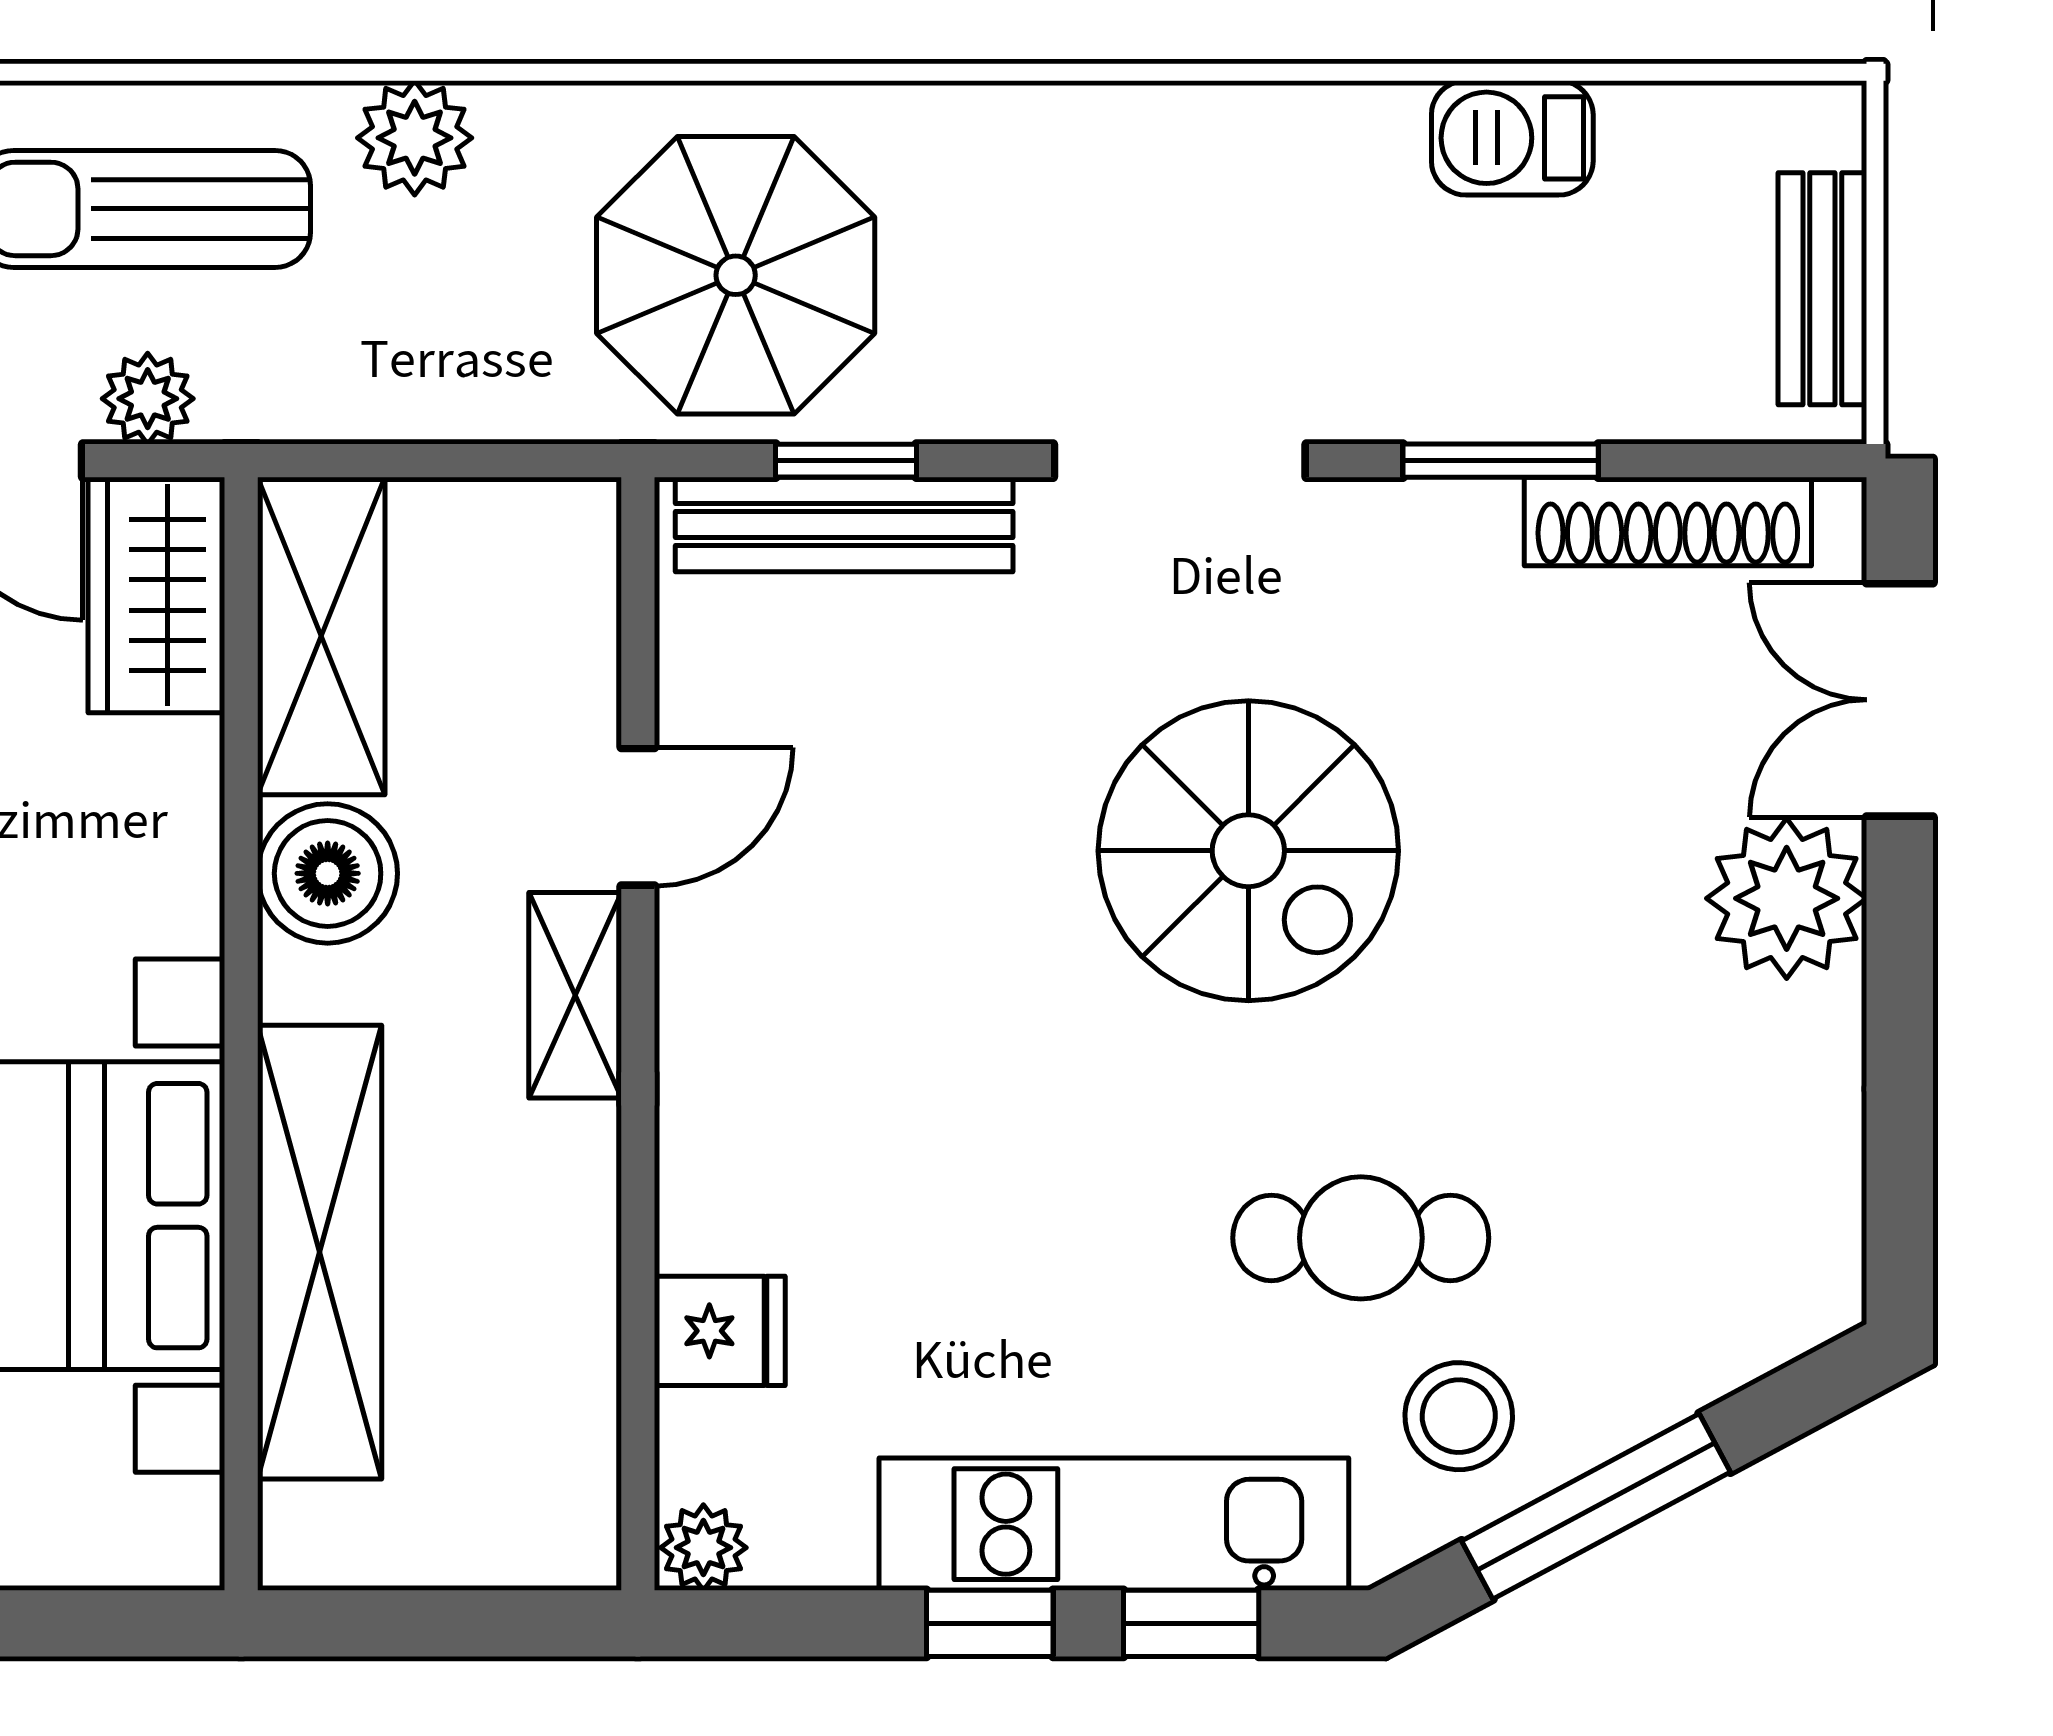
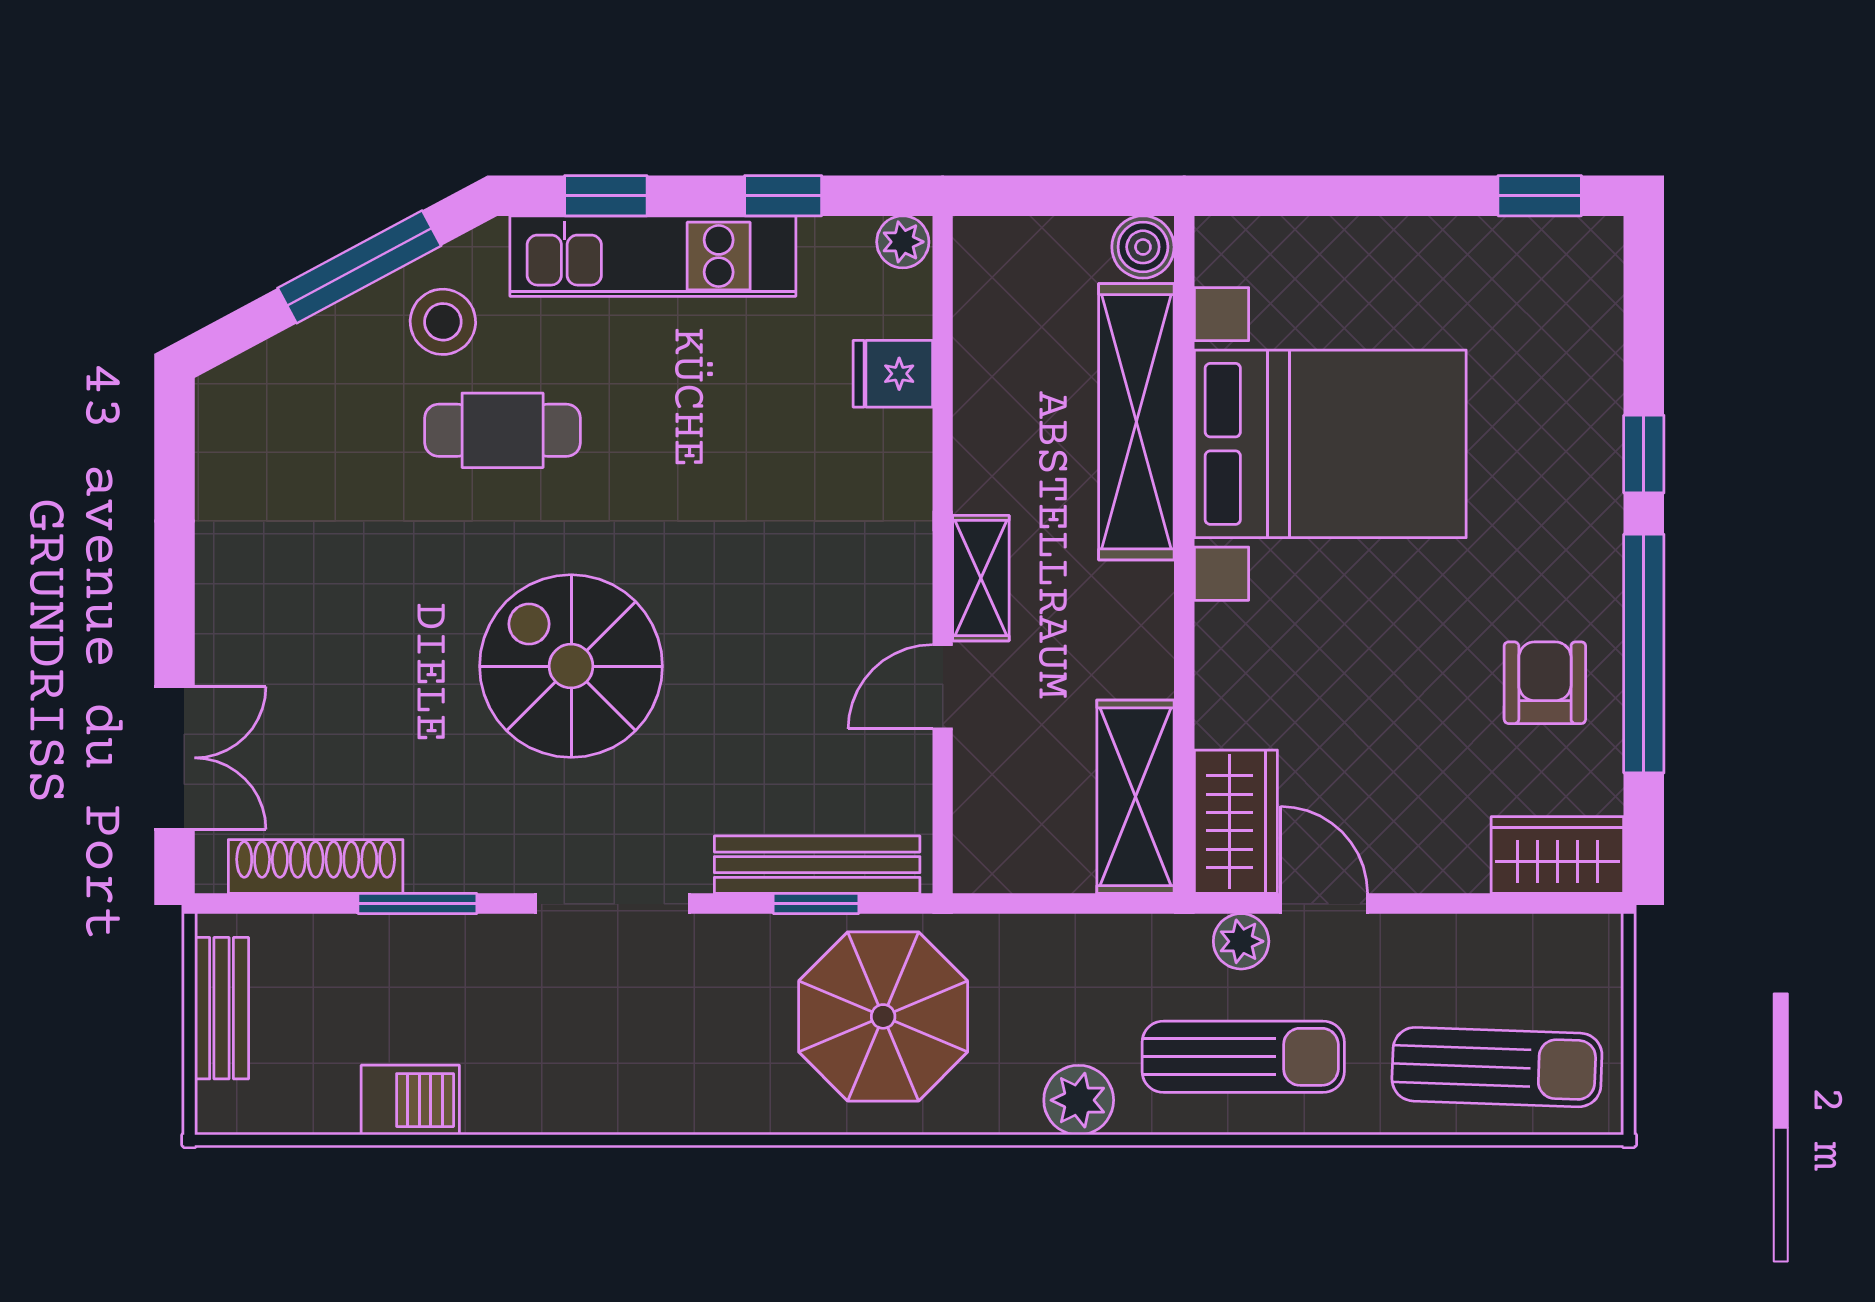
boiler: (328, 873) -> (1143, 247), moved, width x0.73, depth x0.73
plant: (1787, 898) -> (243, 637), removed
window: (990, 1623) -> (783, 196), moved

